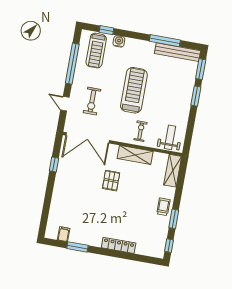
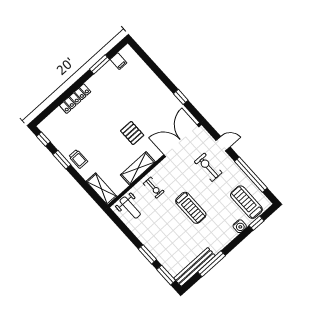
treadmill: (134, 90) -> (191, 208), width x0.73, depth x0.73

